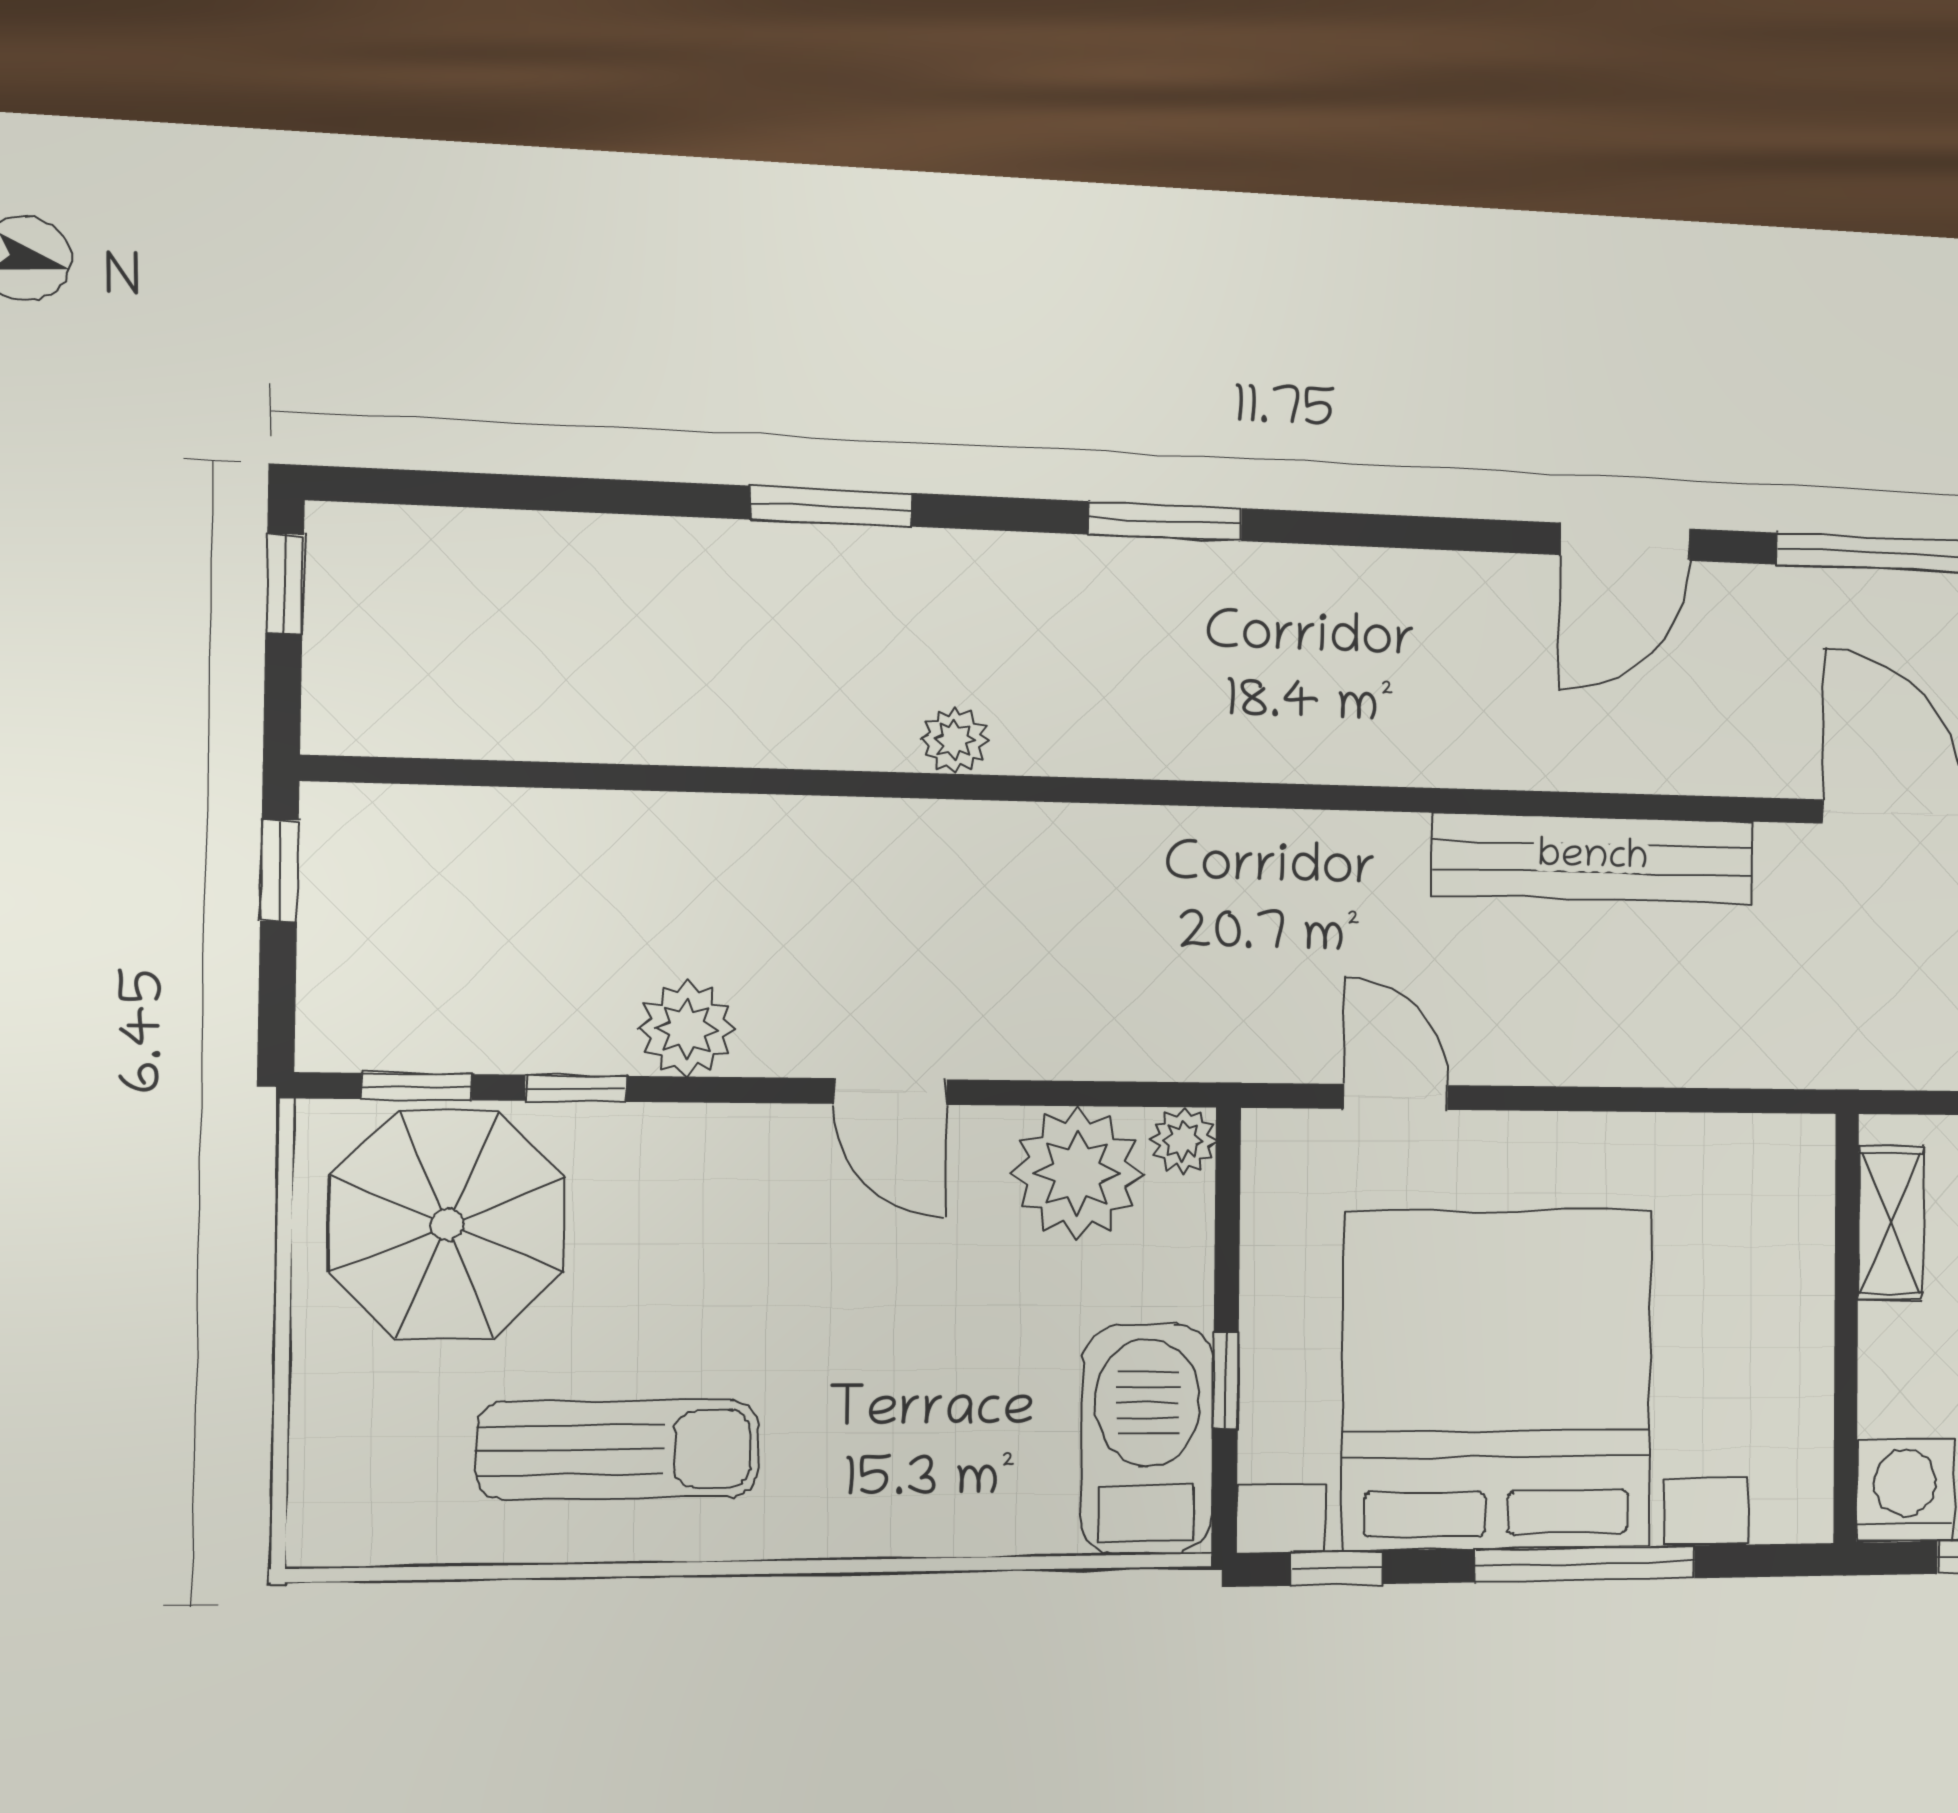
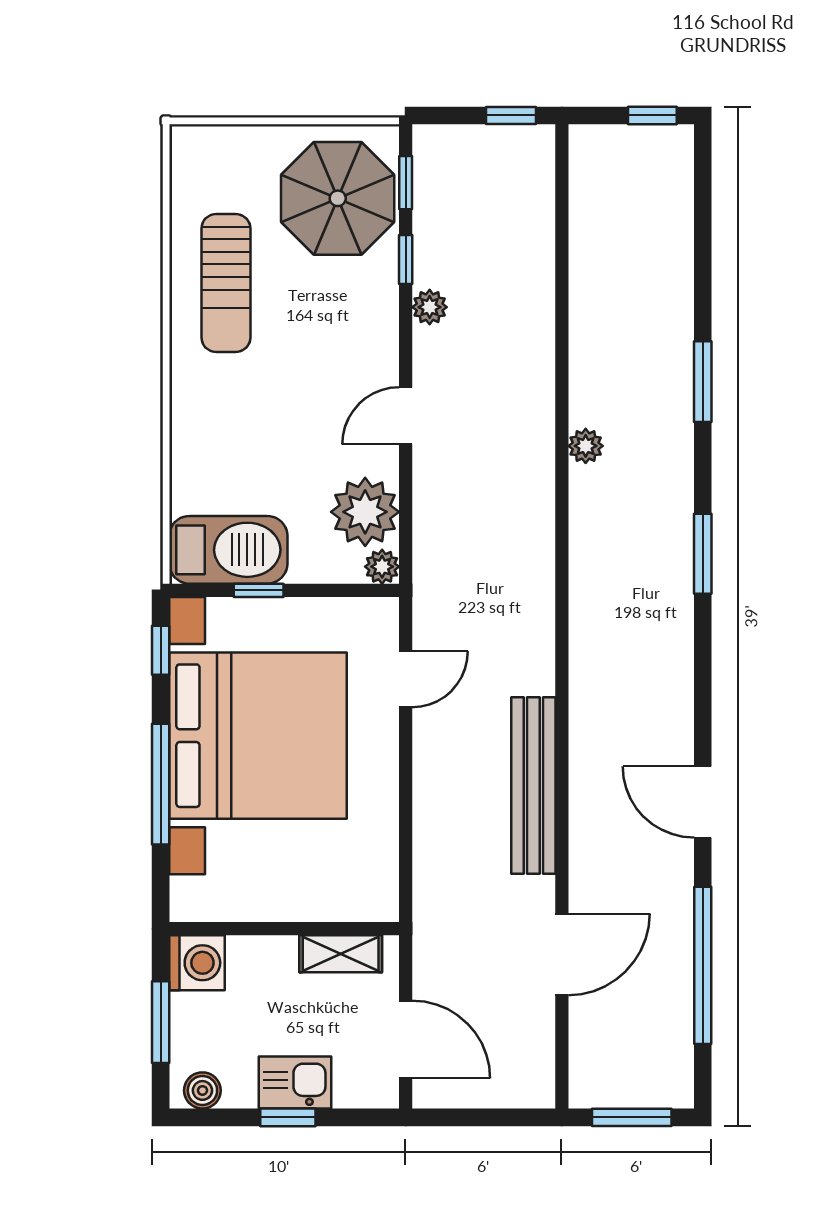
plant: (687, 1029) -> (430, 307), width x0.73, depth x0.73

